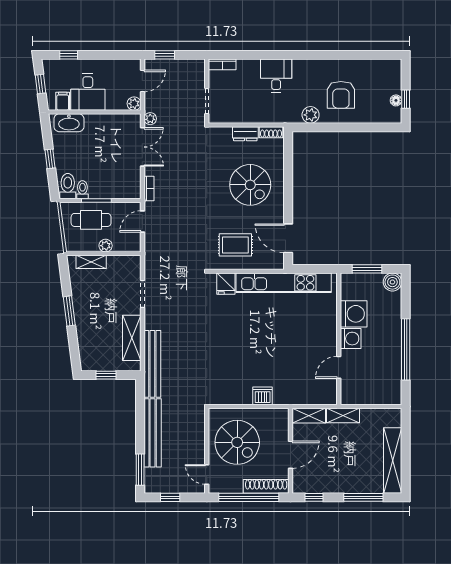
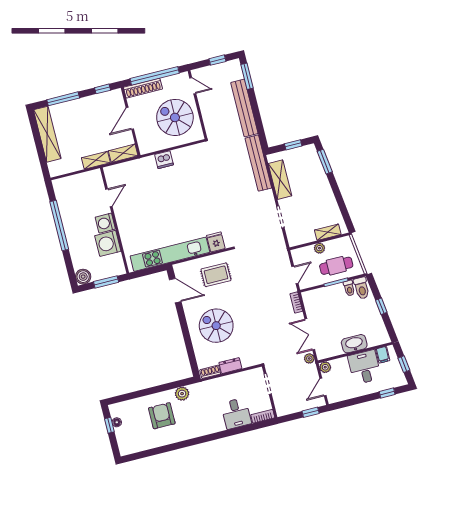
desk: (276, 76) -> (236, 413), moved
washbasin: (69, 123) -> (354, 344), moved
window: (69, 311) -> (325, 162), moved

